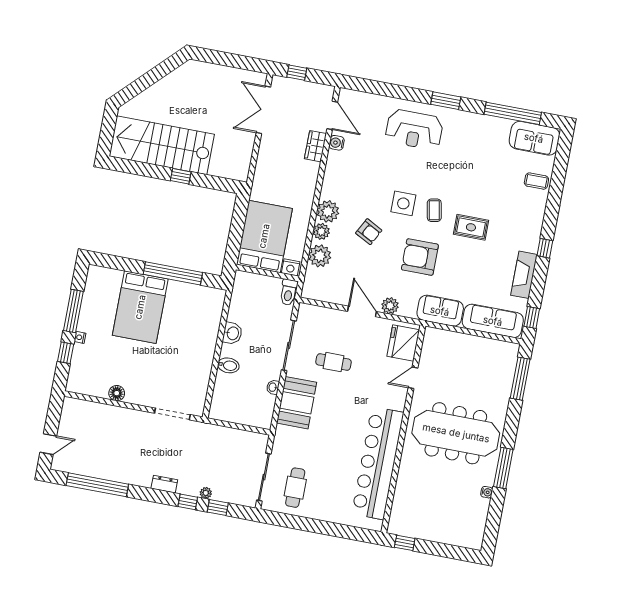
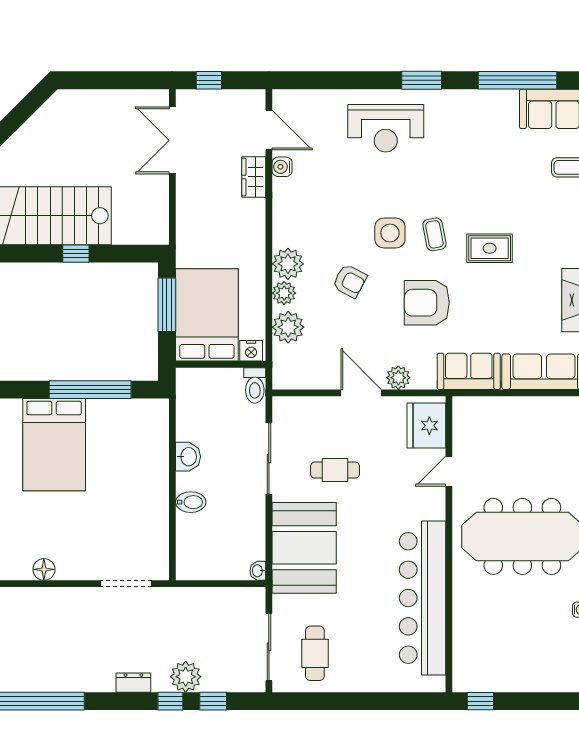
window: (238, 224) -> (167, 305), added
washbasin: (273, 387) -> (258, 571), moved
booth: (297, 403) -> (304, 548), width x1.36, depth x1.42
plant: (206, 493) -> (186, 677), width x1.88, depth x1.88

